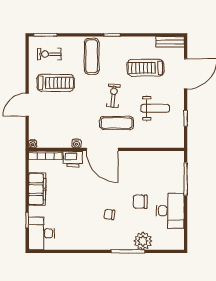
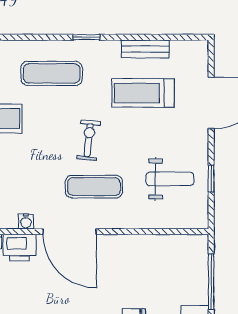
bench: (170, 42) -> (145, 49), moved
exercise mat: (92, 56) -> (52, 73), turned 90
weight bench: (155, 108) -> (170, 179), moved

